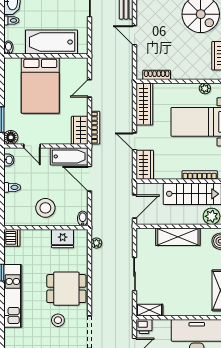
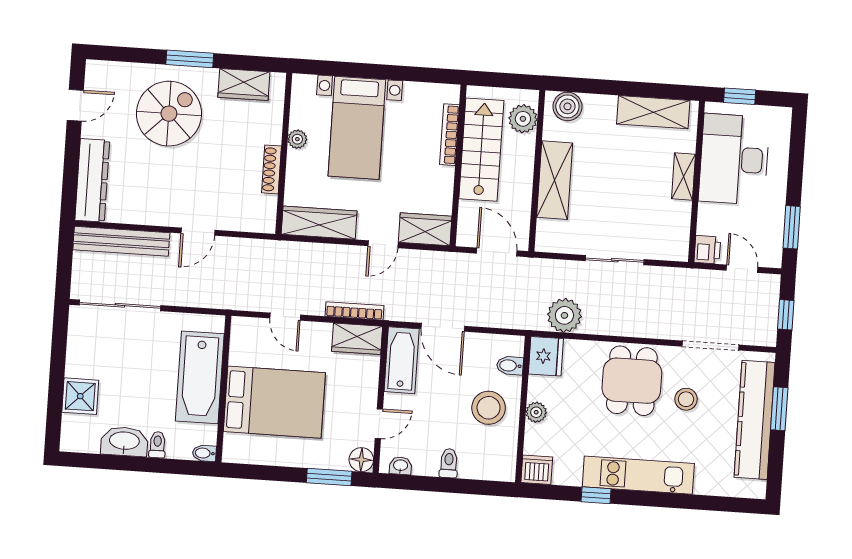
shoe rack: (157, 75) -> (272, 169), moved
plant: (205, 88) -> (297, 139), moved
door: (89, 179) -> (443, 327), hinge flipped
bidet: (83, 218) -> (510, 366), moved
plant: (45, 235) -> (536, 412), added
fridge: (63, 239) -> (546, 356), moved
plant: (96, 243) -> (564, 315), width x1.88, depth x1.88
shelving: (149, 310) -> (683, 177), moved

